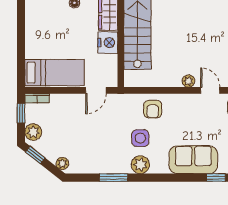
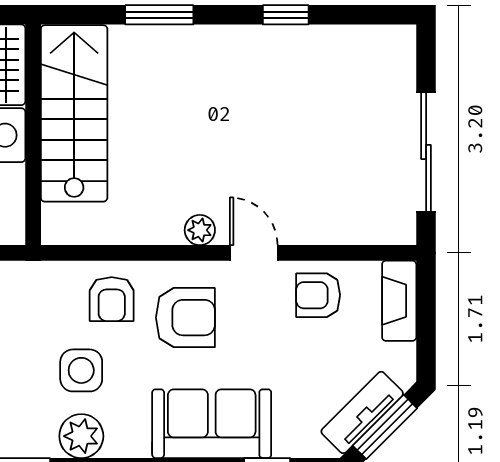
armchair: (183, 117) -> (185, 318), added

